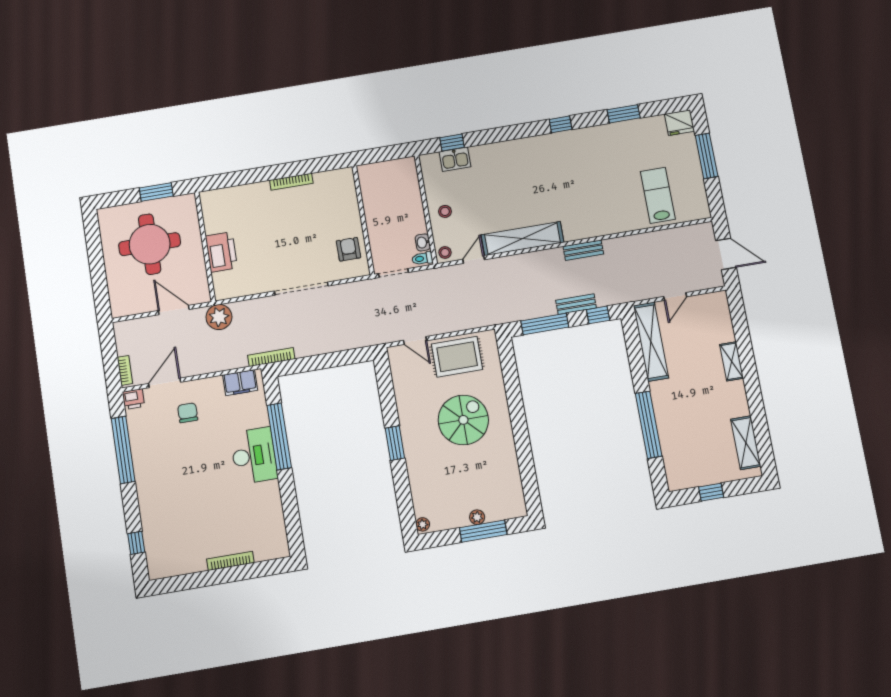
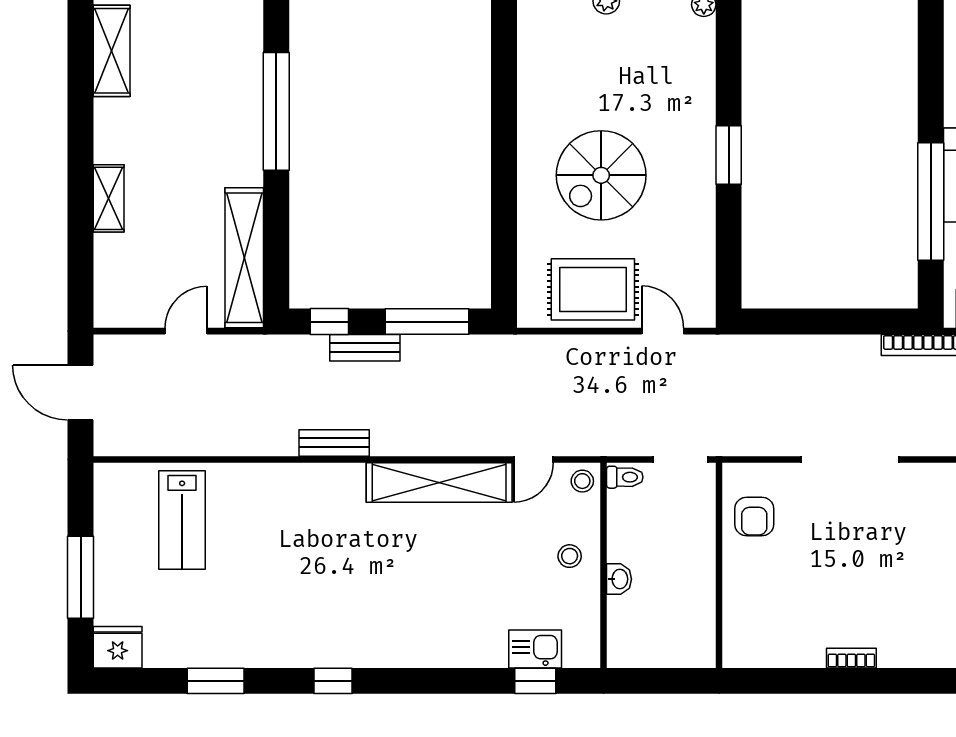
bookcase: (291, 182) -> (851, 658), width x0.64
washbasin: (423, 242) -> (619, 579), moved

